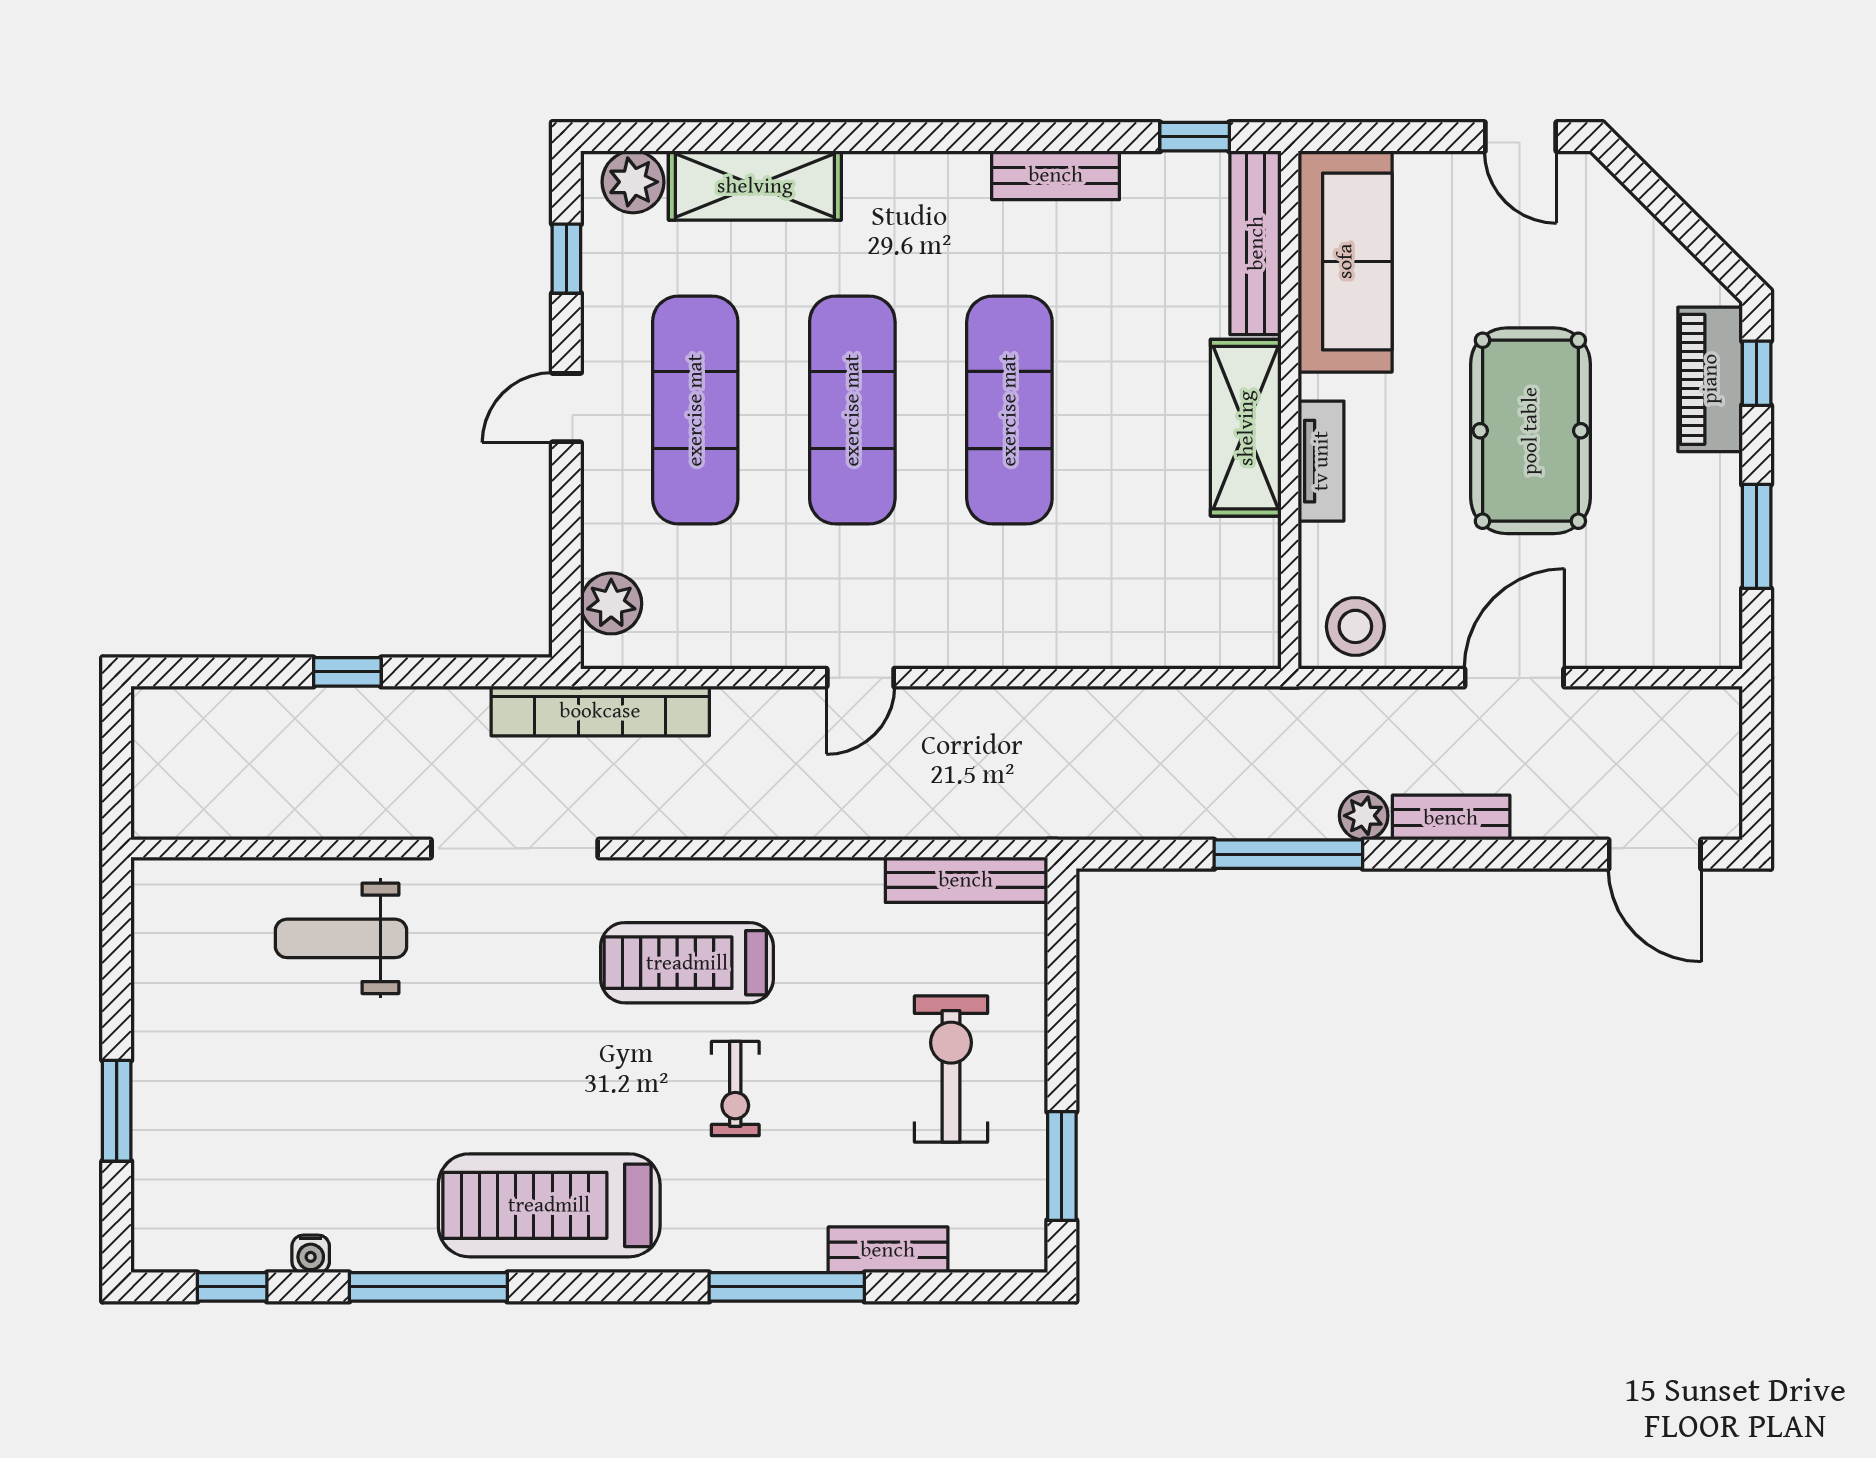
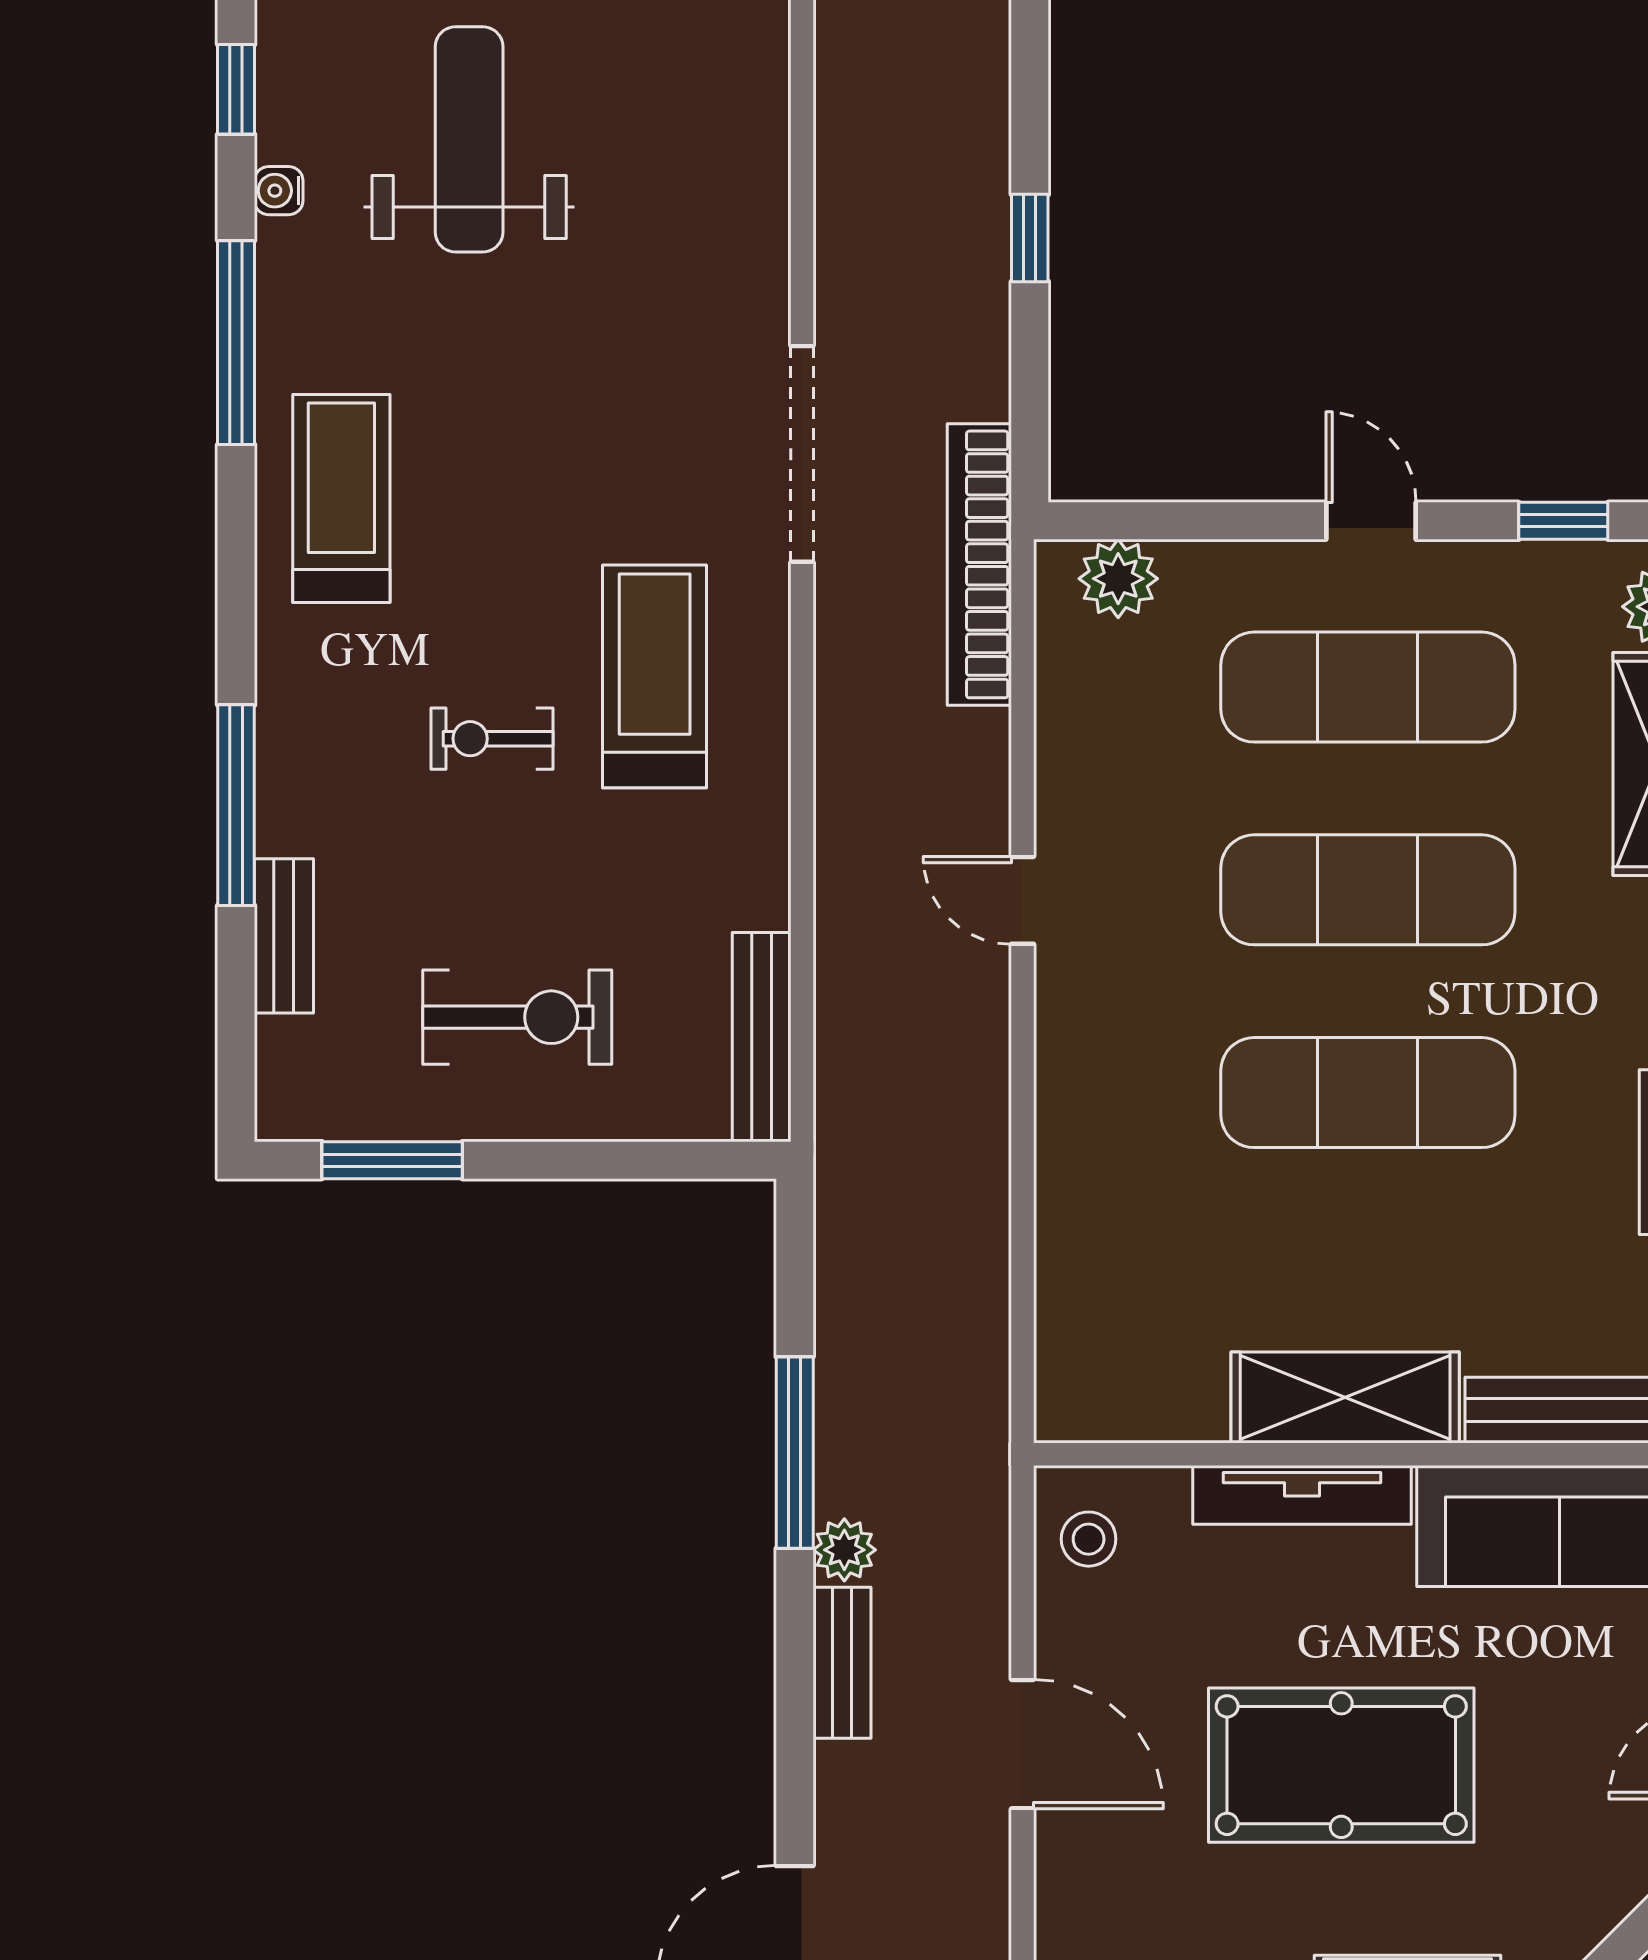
tv unit: (1321, 461) -> (1302, 1495), width x1.41
stool: (1355, 626) -> (1089, 1539), width x0.73, depth x0.73
weight bench: (341, 938) -> (469, 139), moved, width x1.36, depth x1.33
treadmill: (549, 1205) -> (341, 499), width x0.73, depth x0.73

